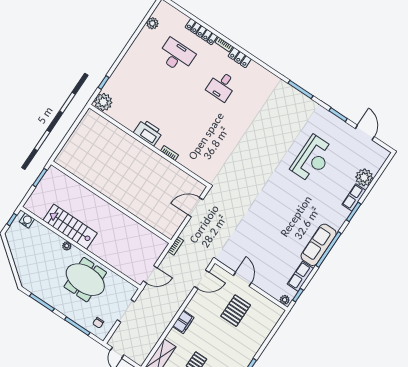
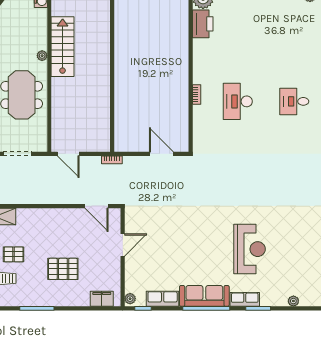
desk: (176, 56) -> (238, 101), moved, turned 180
printer: (148, 132) -> (203, 24), moved
reception desk: (312, 159) -> (250, 249), moved, turned -90
plant: (364, 177) -> (293, 301), width x0.53, depth x0.53
row of seats: (354, 197) -> (245, 299), moved
pallet: (236, 311) -> (63, 269), moved
filing cabinet: (183, 322) -> (102, 299), moved, turned 180

